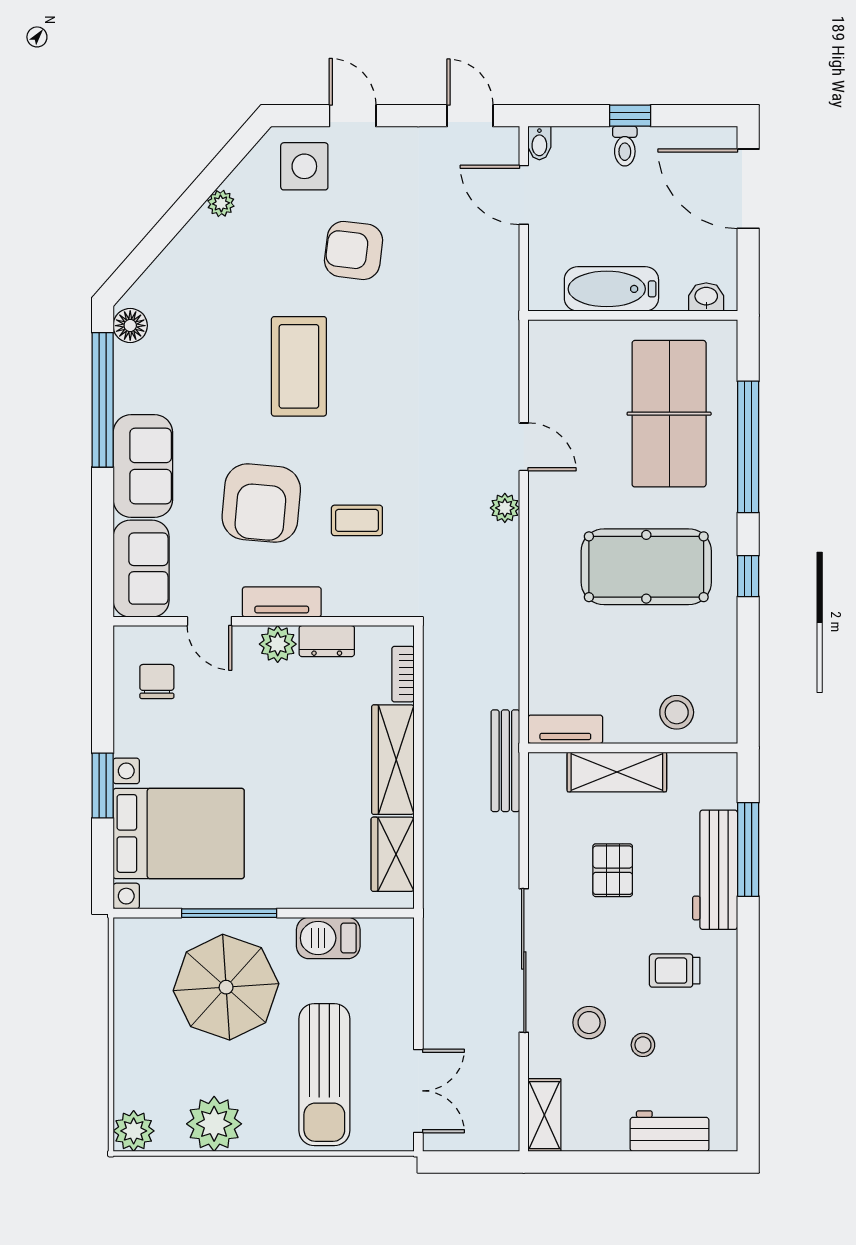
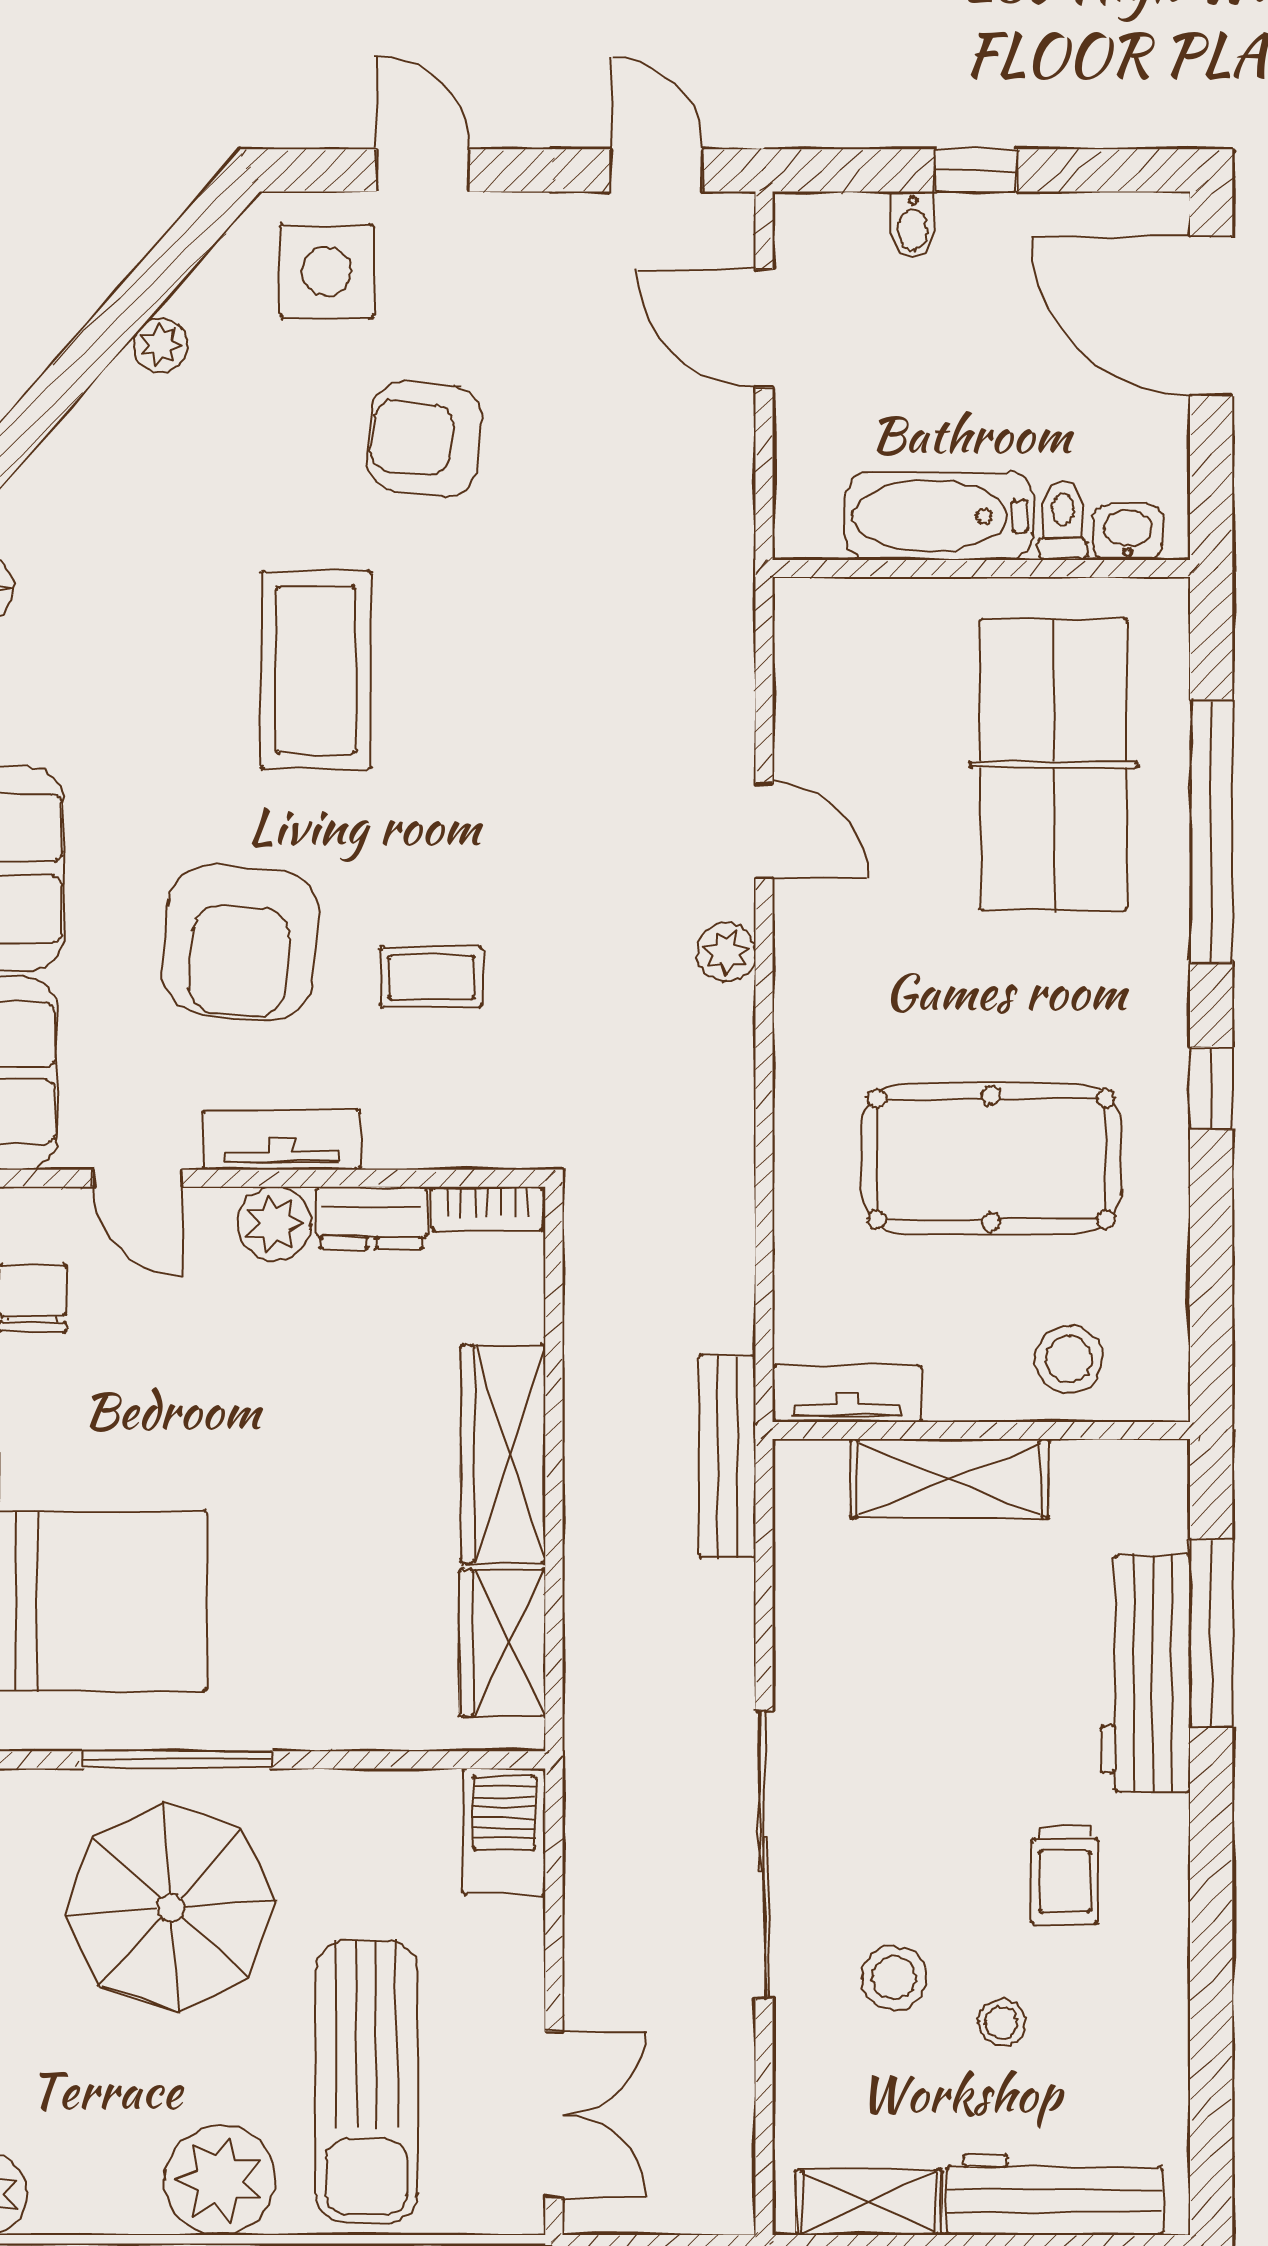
bidet: (539, 143) -> (913, 225), moved
toilet: (625, 146) -> (1063, 520), moved, turned 180
pool table: (646, 567) -> (991, 1159), moved
bookcase: (403, 674) -> (488, 1209), moved, turned -90
pallet: (613, 870) -> (941, 1674), removed
barbecue: (328, 938) -> (504, 1832), moved, turned 90
trolley: (675, 971) -> (1065, 1875), turned -90
shelving: (544, 1115) -> (869, 2202), moved, turned 90
plant: (214, 1124) -> (220, 2180), moved
workbench: (670, 1131) -> (1055, 2195), width x1.38

